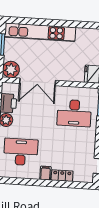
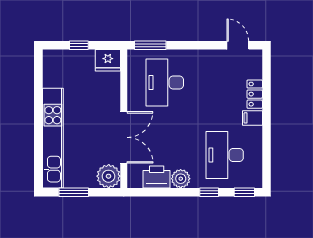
desk: (74, 113) -> (165, 83), turned 180

